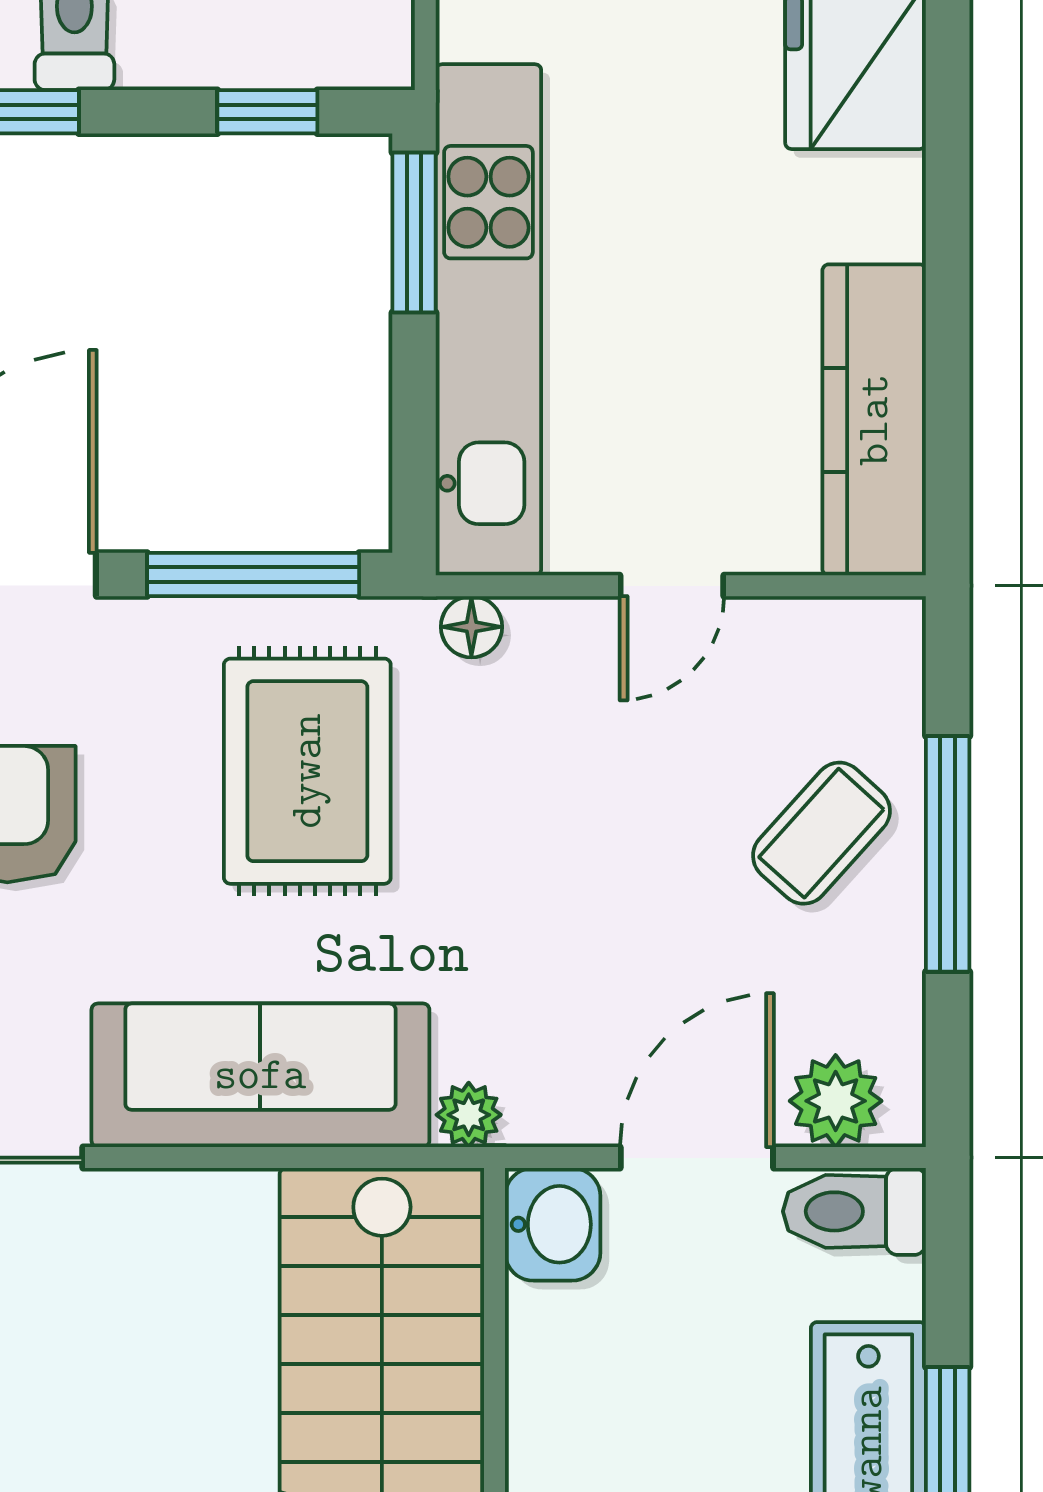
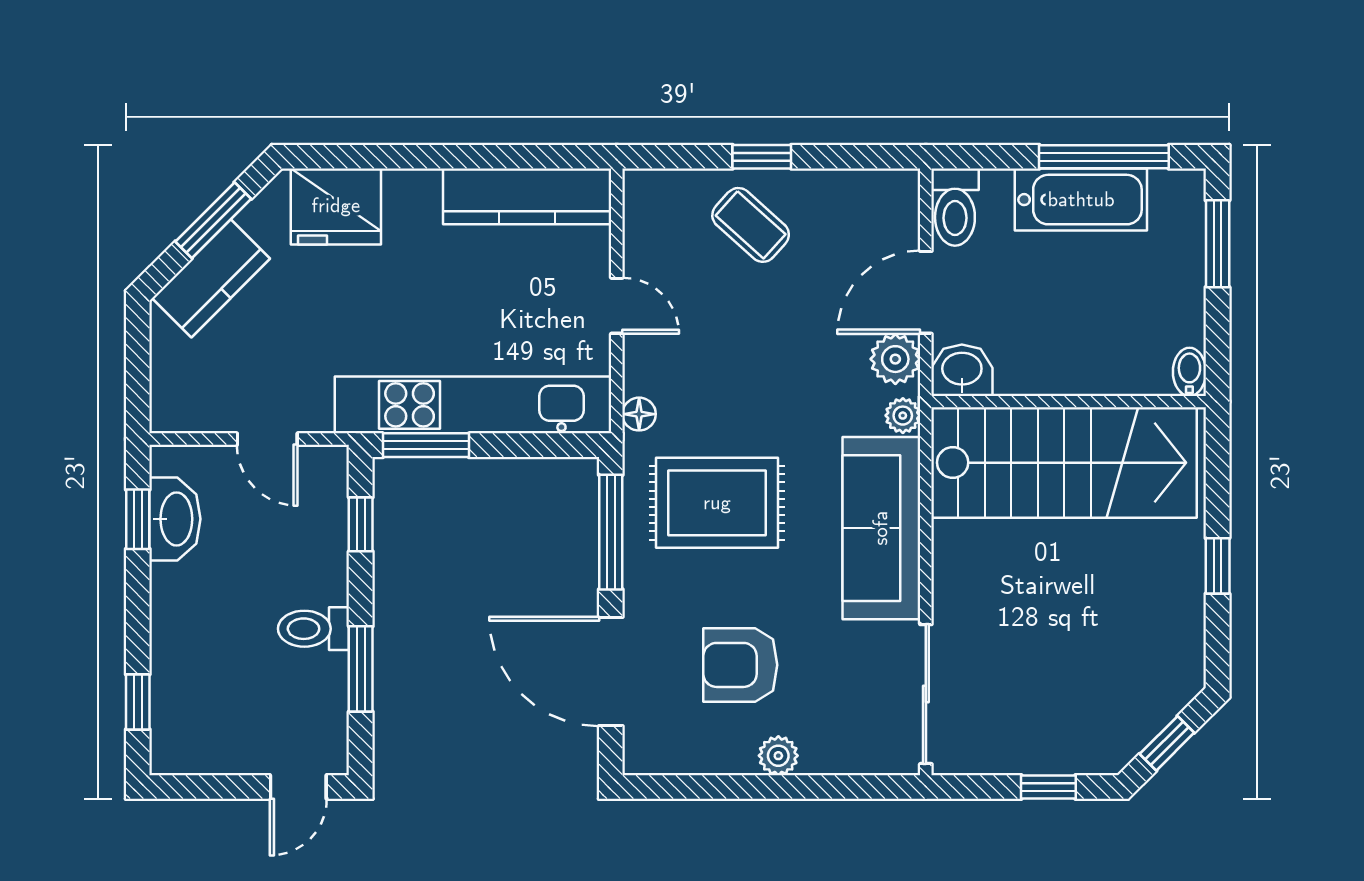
window: (948, 854) -> (762, 157), width x0.46
plant: (836, 1101) -> (895, 359), moved
door: (697, 1158) -> (926, 292), hinge flipped

